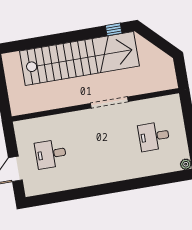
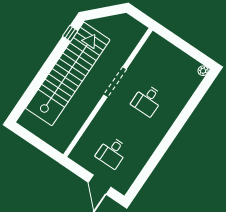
desk: (154, 136) -> (147, 100), moved

